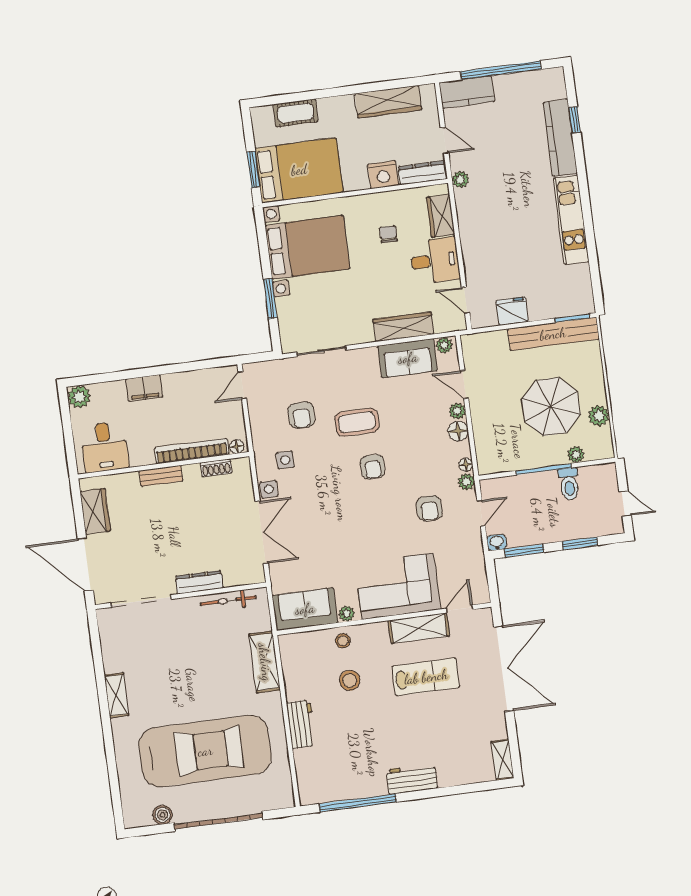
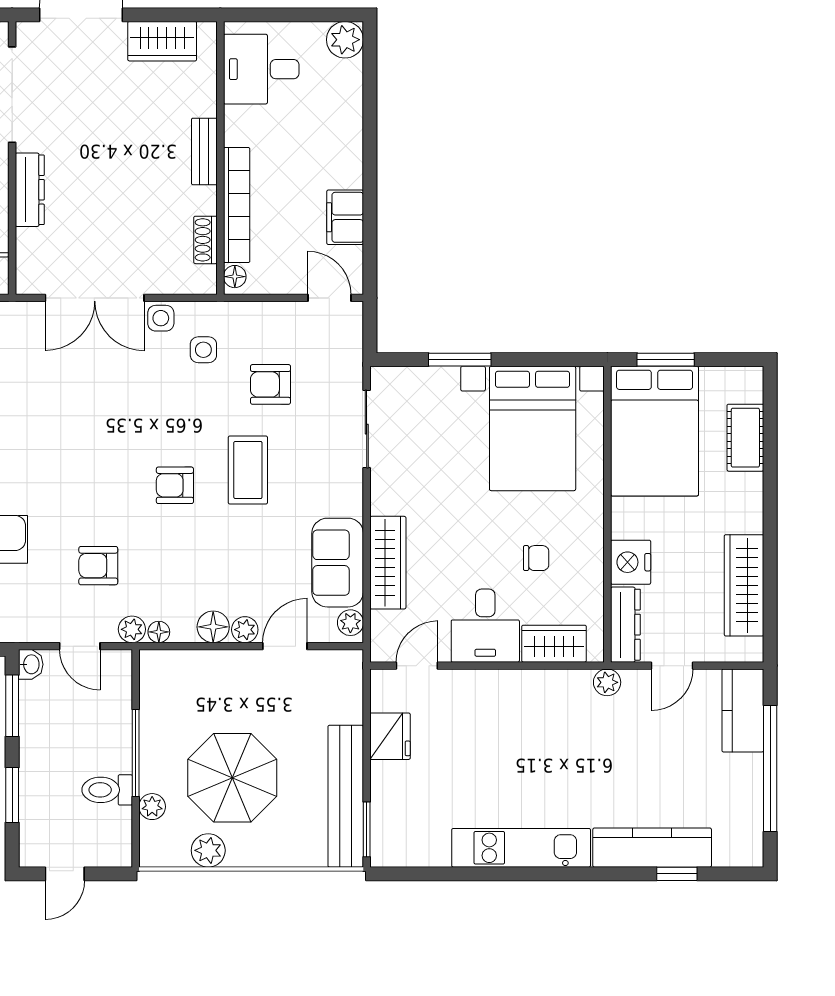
filing cabinet: (144, 388) -> (345, 217), moved

